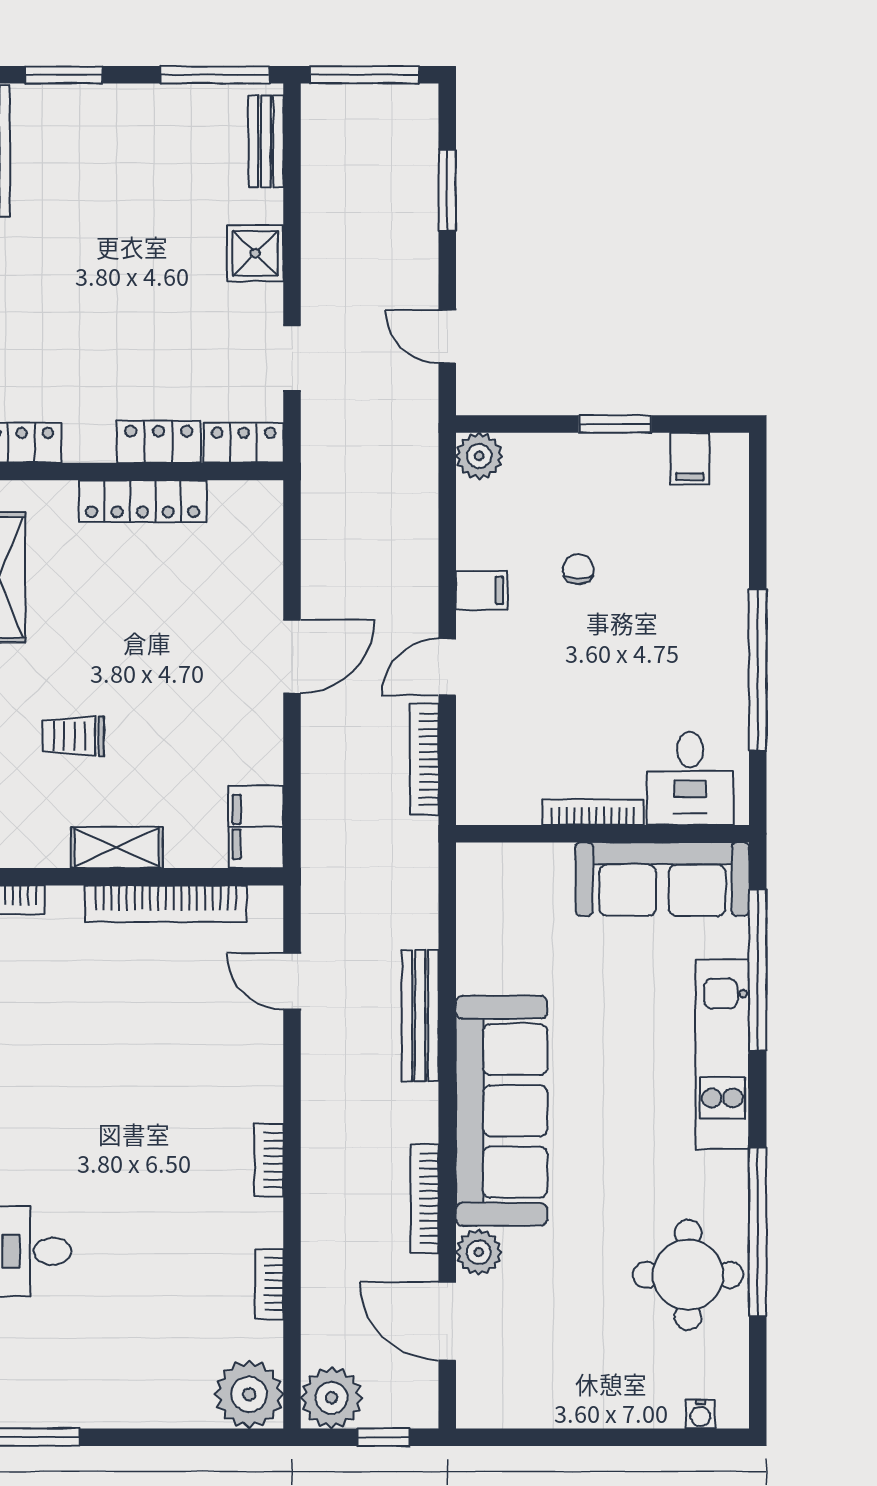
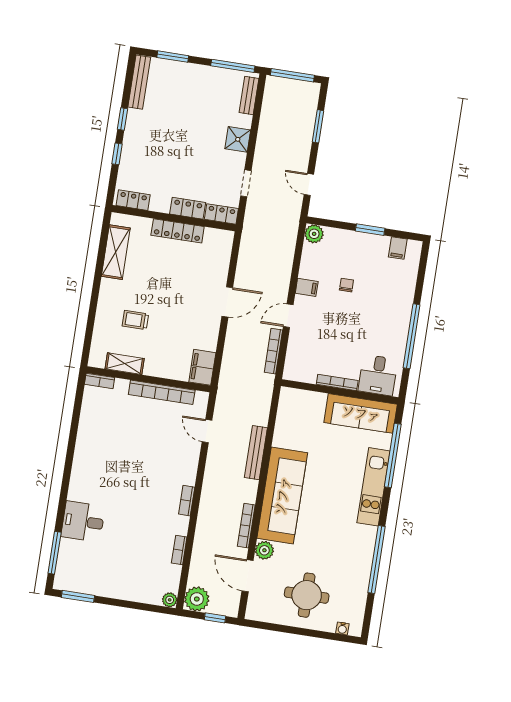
shelving: (117, 847) -> (125, 364), moved
round table: (688, 1275) -> (307, 595), moved
plant: (249, 1394) -> (170, 600), width x0.53, depth x0.53

